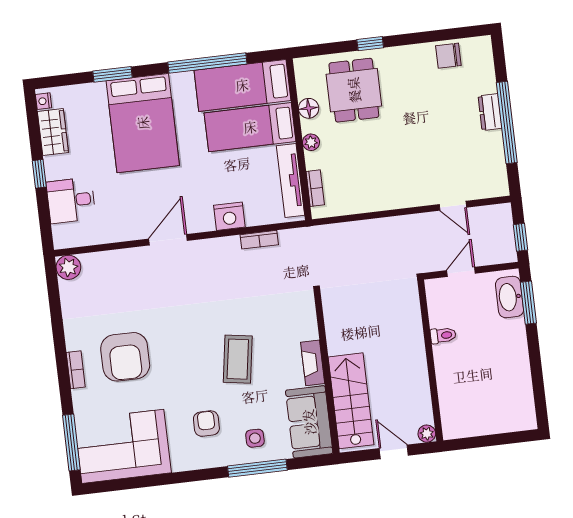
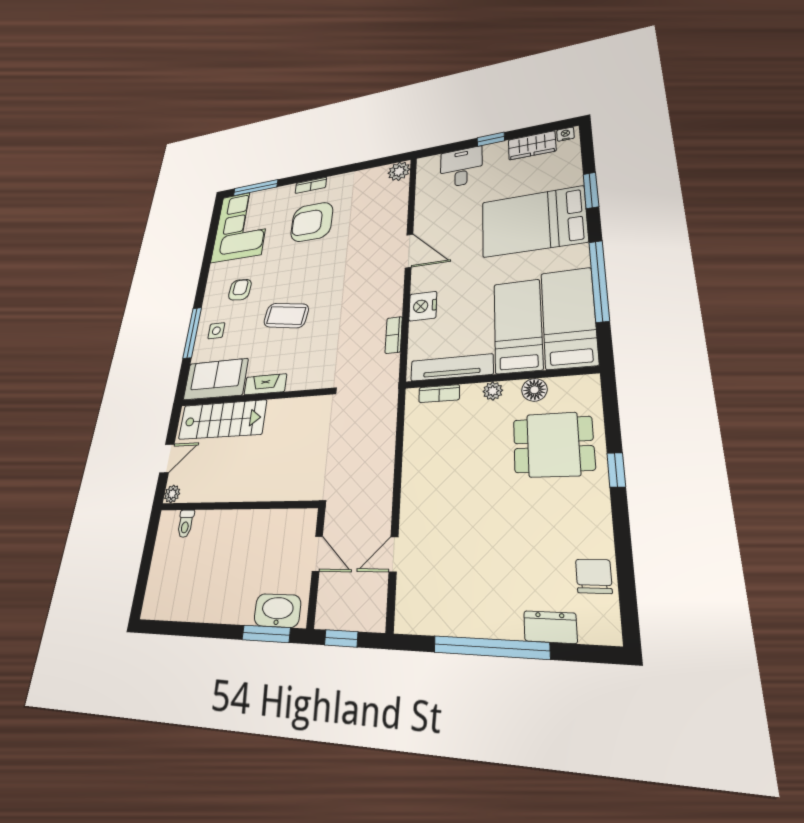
dresser: (490, 112) -> (550, 627), moved
toilet: (443, 335) -> (185, 524), moved
armchair: (206, 424) -> (240, 290), turned -85

